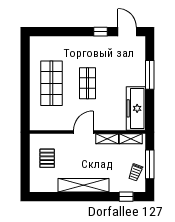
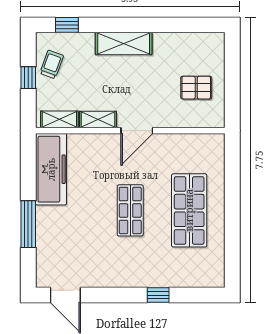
window: (101, 32) -> (158, 295), moved
pallet: (47, 158) -> (196, 88), turned 90
window: (150, 164) -> (28, 78), width x0.46
shelving: (83, 185) -> (124, 44), width x0.68

